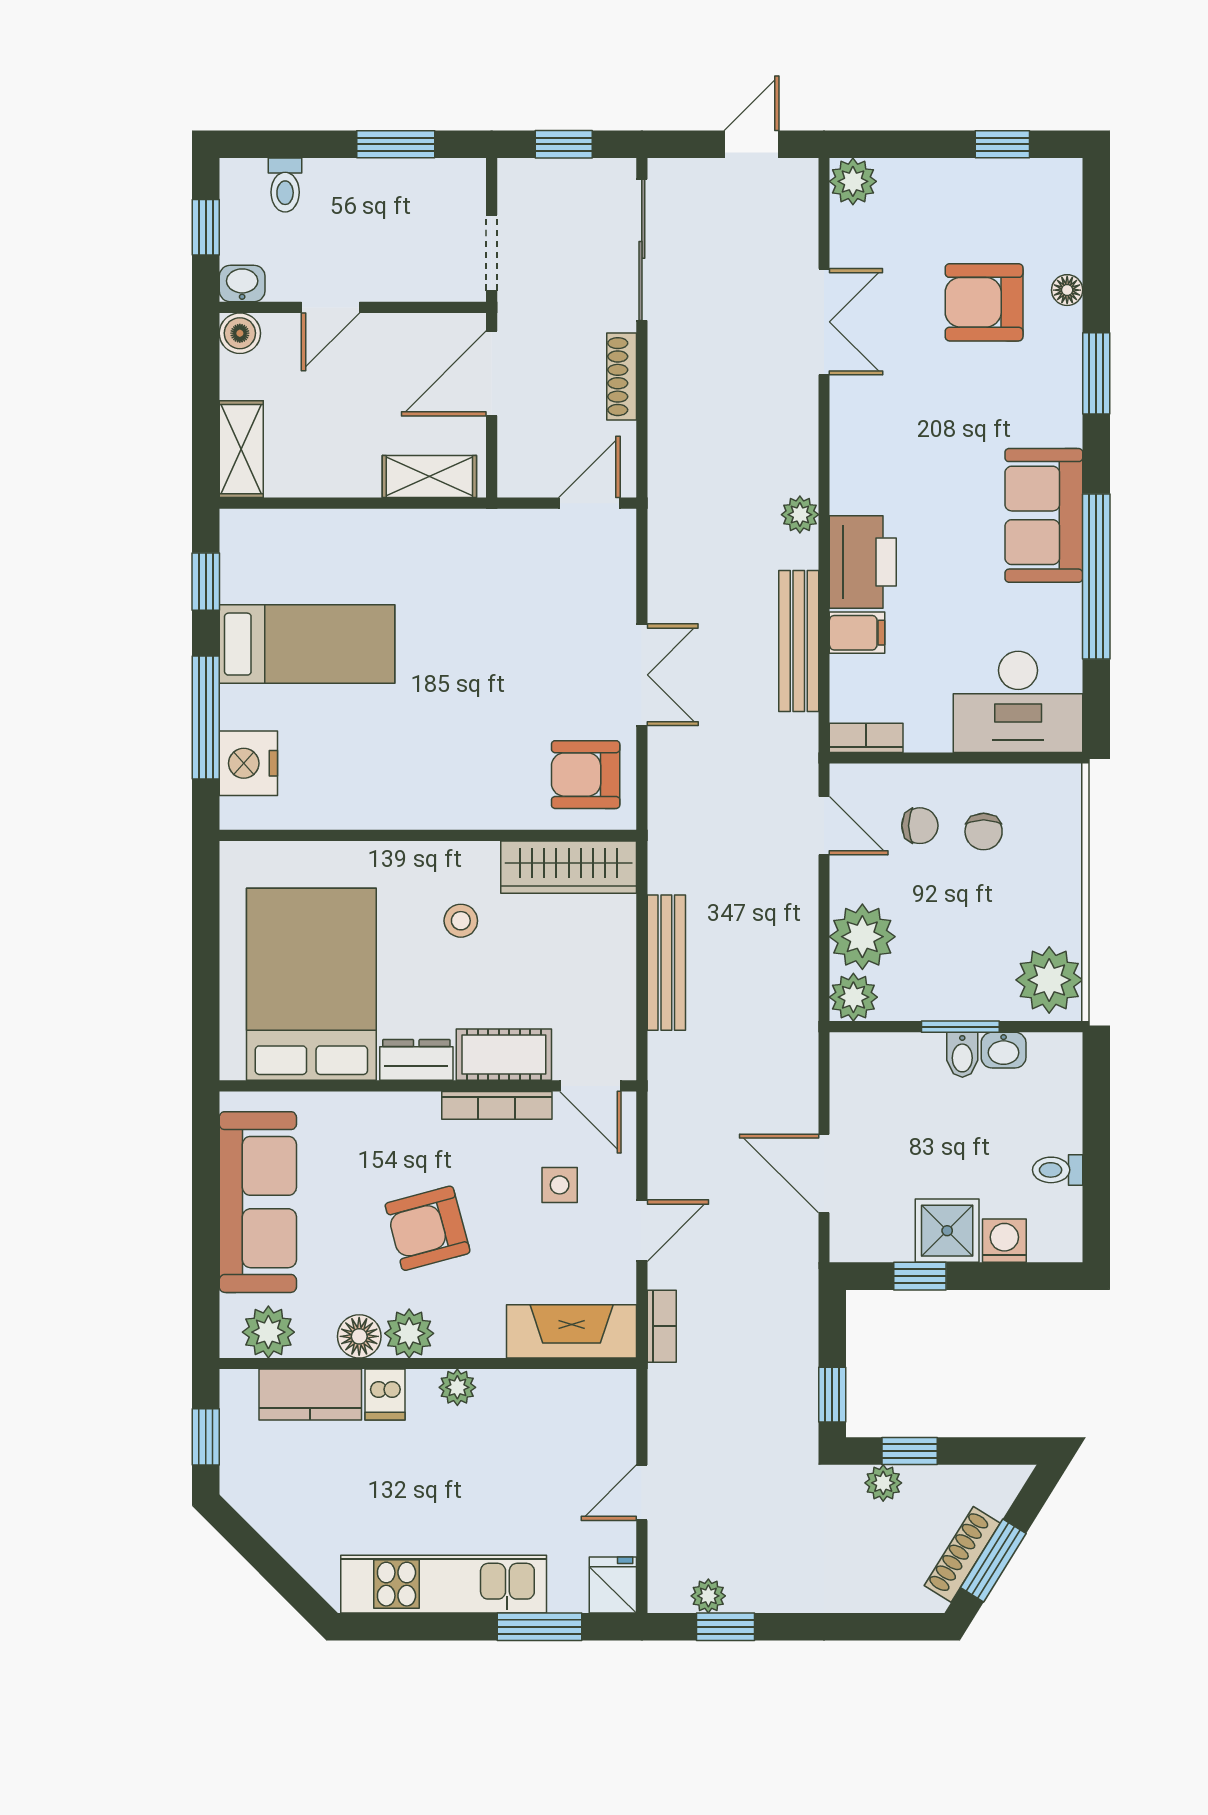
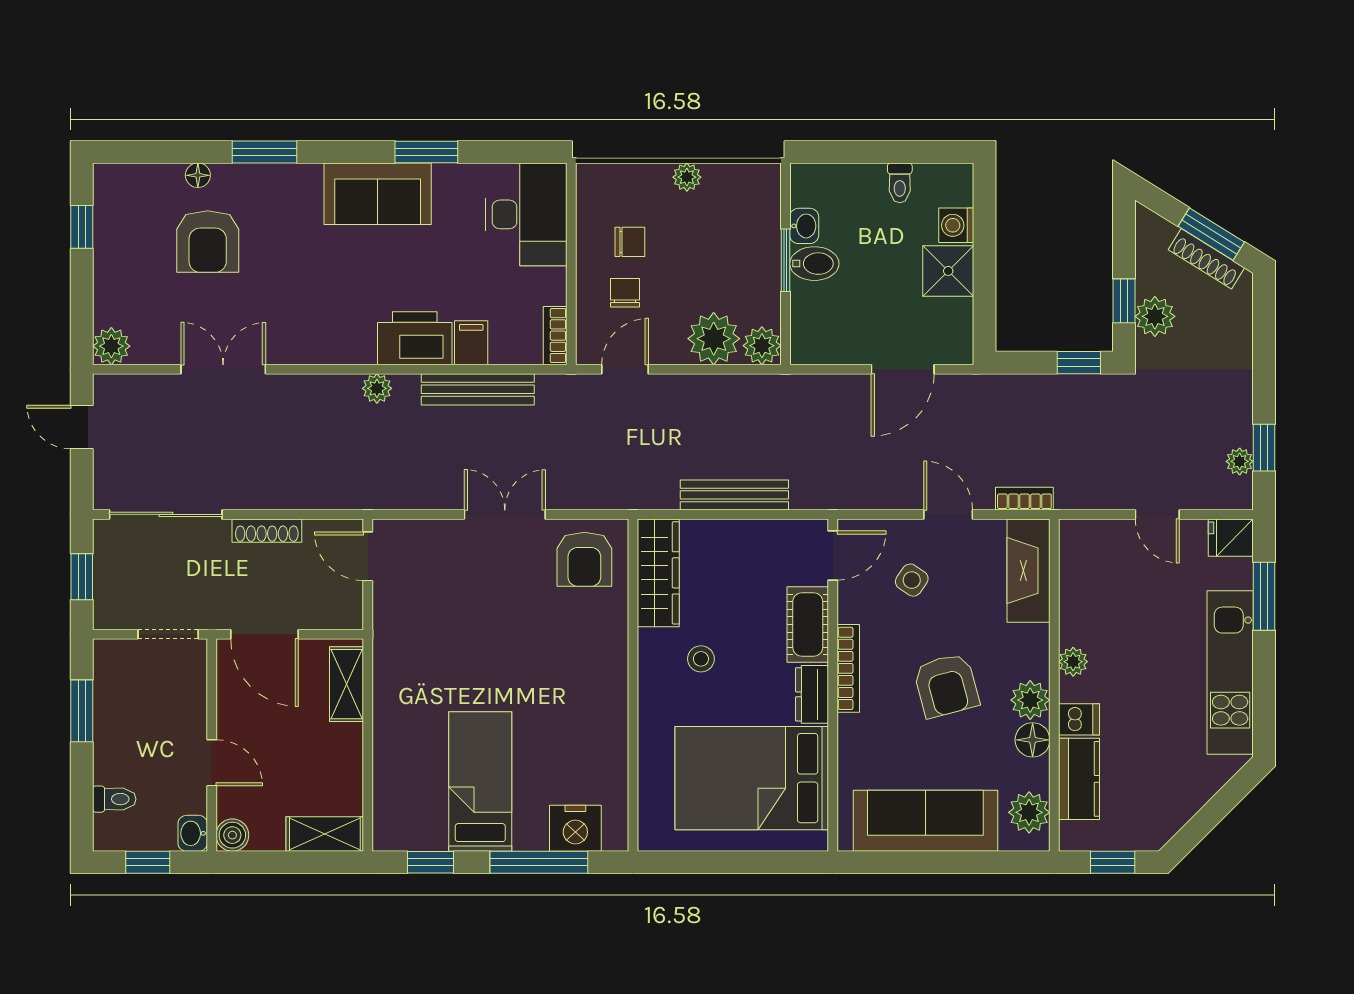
window: (1096, 577) -> (426, 152), width x0.47
plant: (1049, 980) -> (687, 177), moved, width x0.53, depth x0.53
bidet: (962, 1055) -> (814, 264), width x1.38, depth x1.36
bookcase: (497, 1105) -> (848, 668), moved
side table: (560, 1185) -> (912, 580), turned 34
window: (920, 1276) -> (984, 293), removed
plant: (883, 1483) -> (1155, 316), width x1.38, depth x1.38

